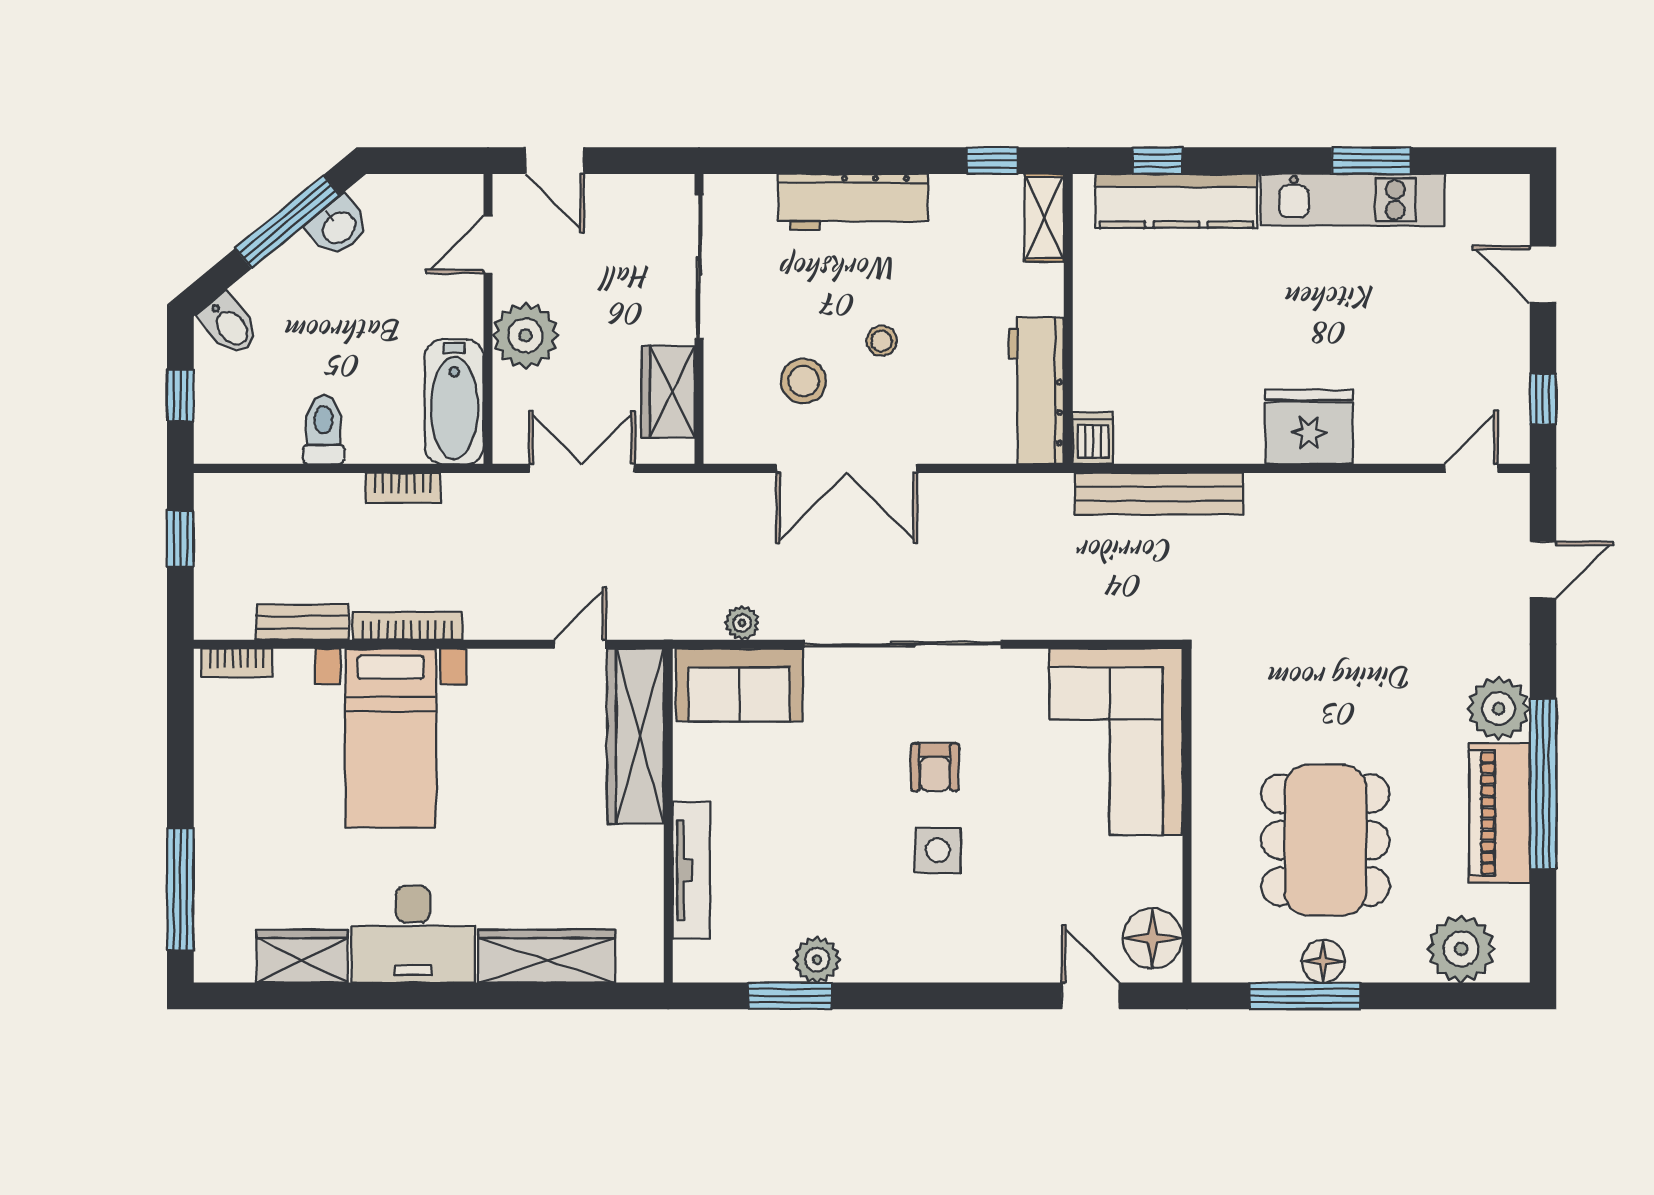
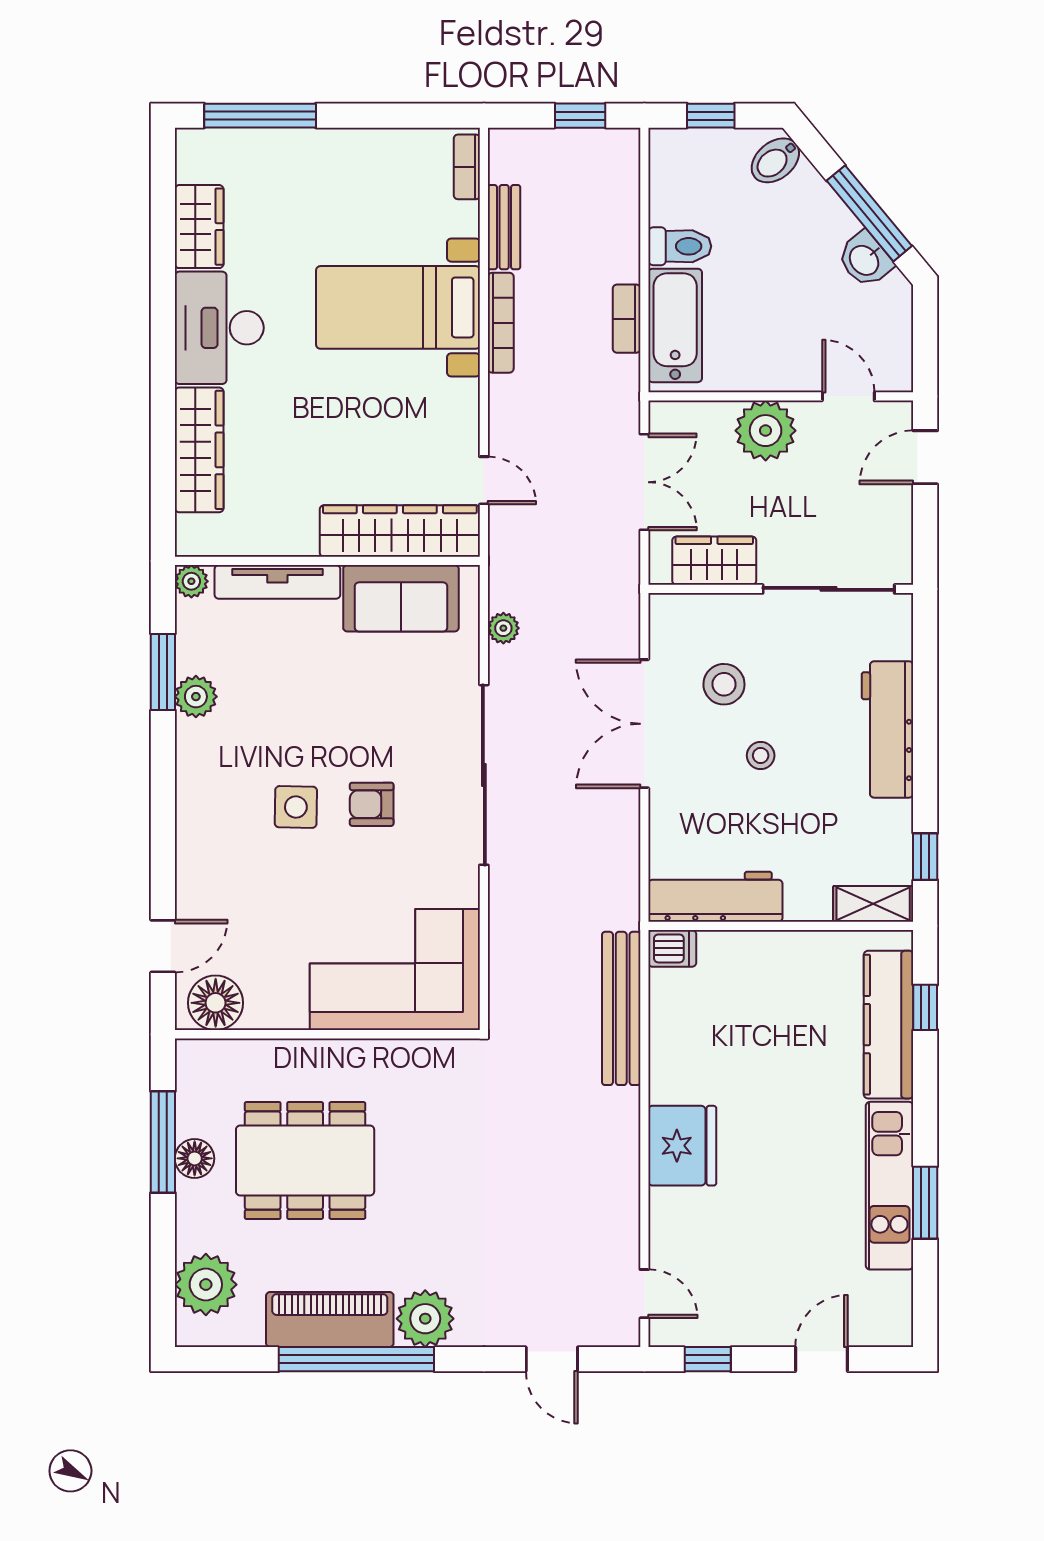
bathtub: (454, 402) -> (675, 325), moved, turned 90
sofa: (739, 685) -> (401, 598), moved, turned -90
plant: (691, 965) -> (191, 581), added

